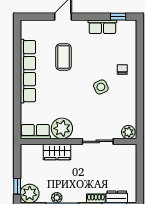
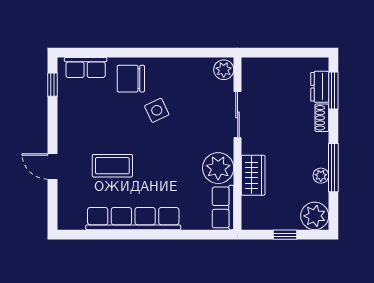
row of seats: (102, 27) -> (86, 68), moved, turned 90
chair: (122, 69) -> (131, 79), width x1.87, depth x1.87
window: (17, 186) -> (285, 235), moved

